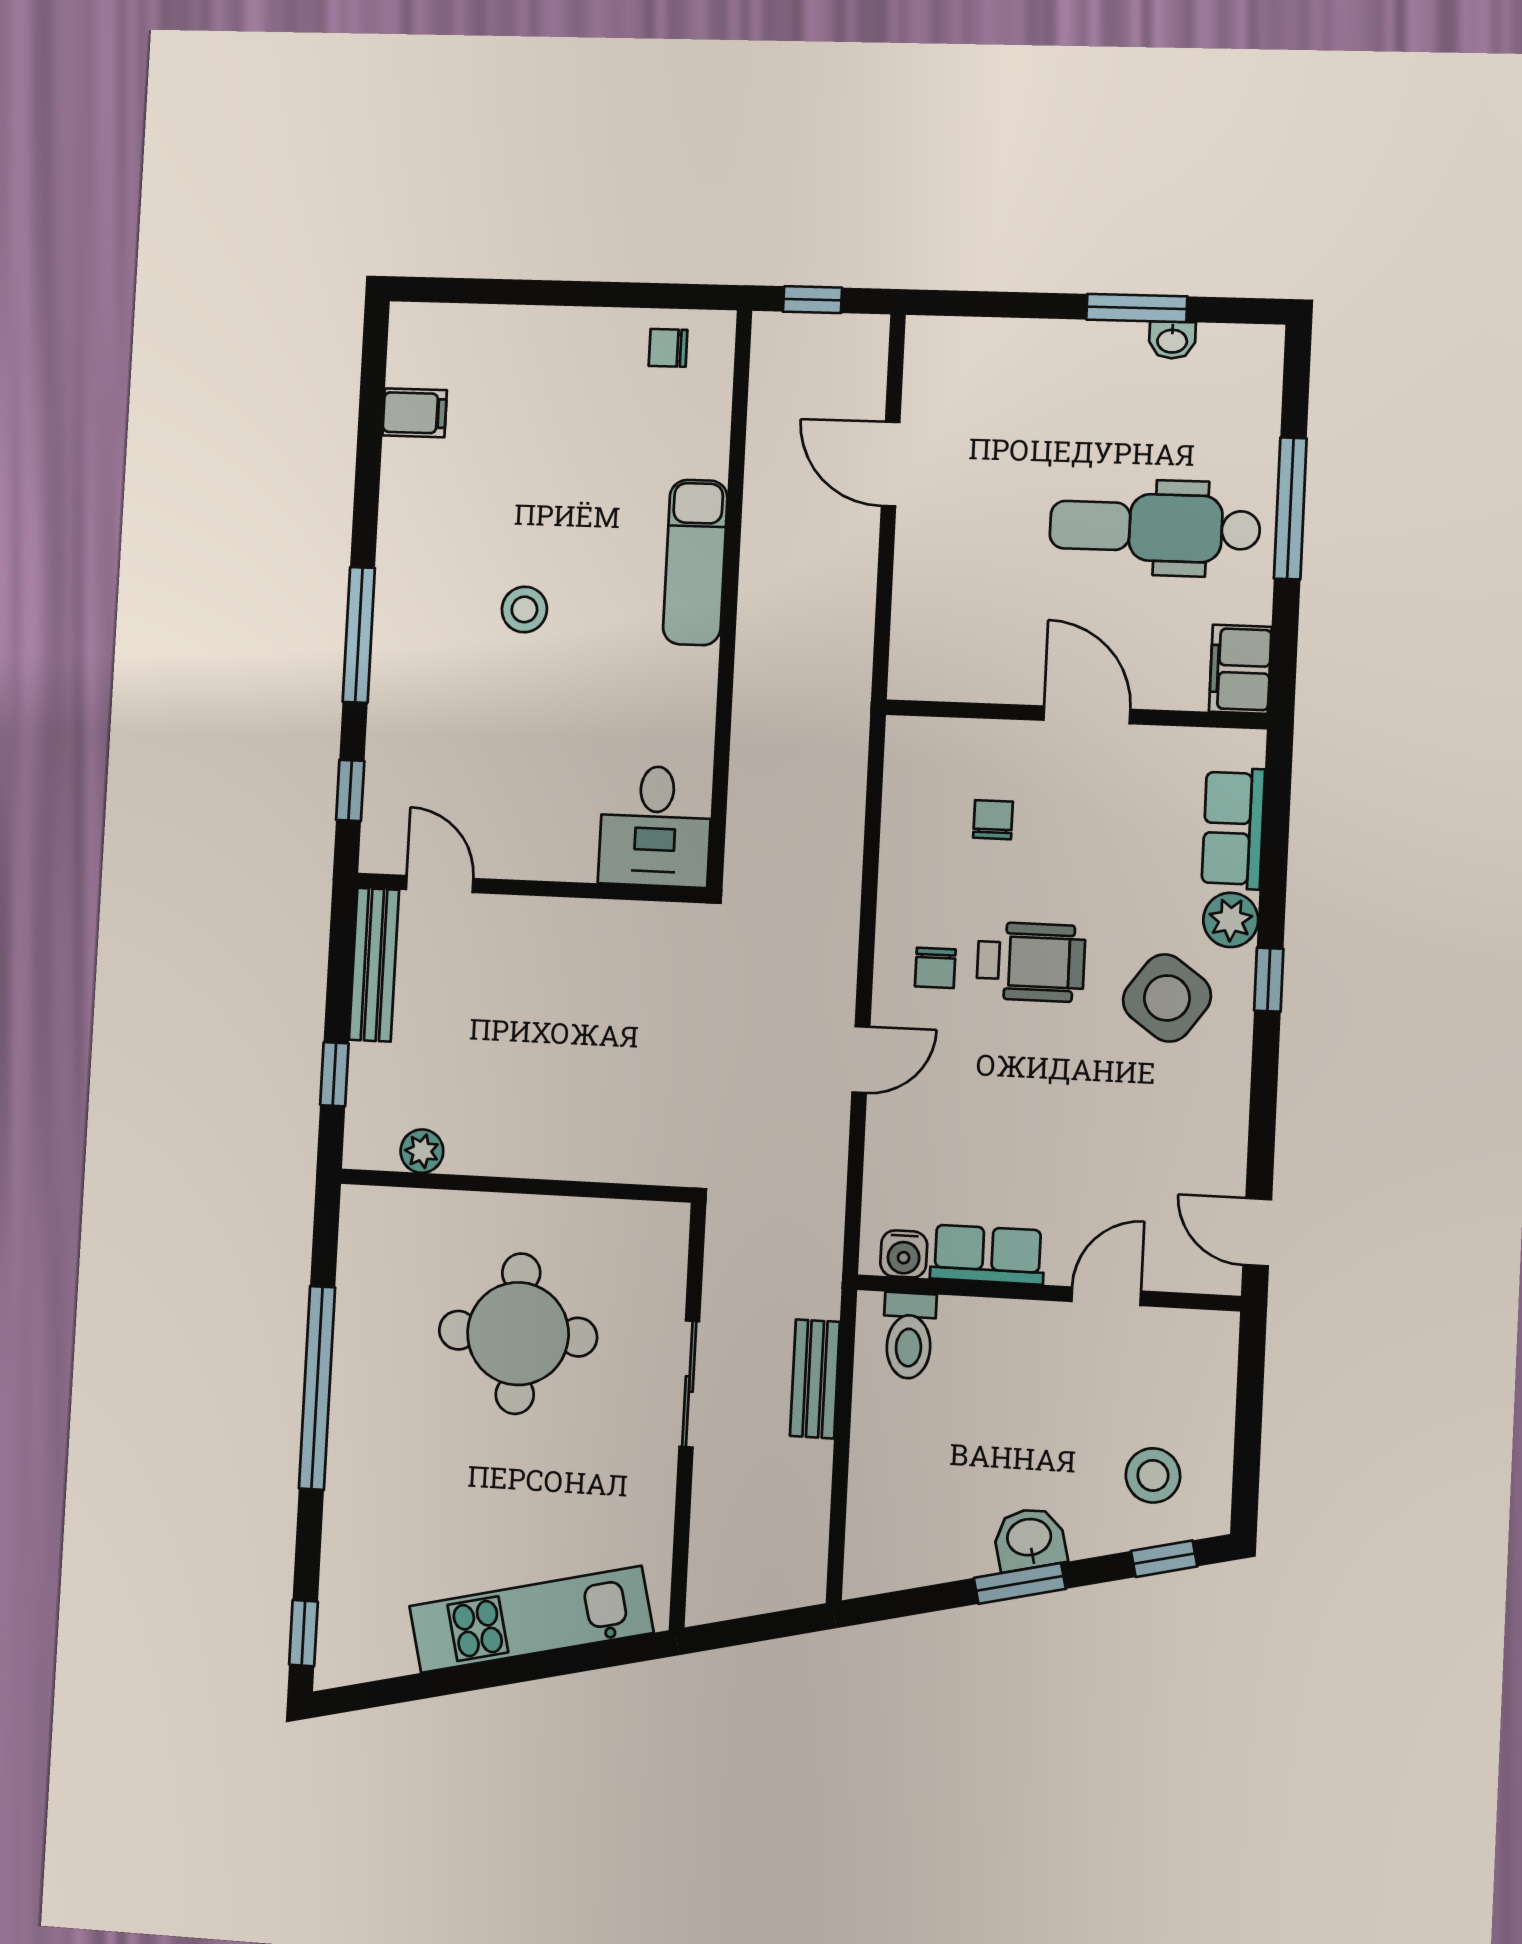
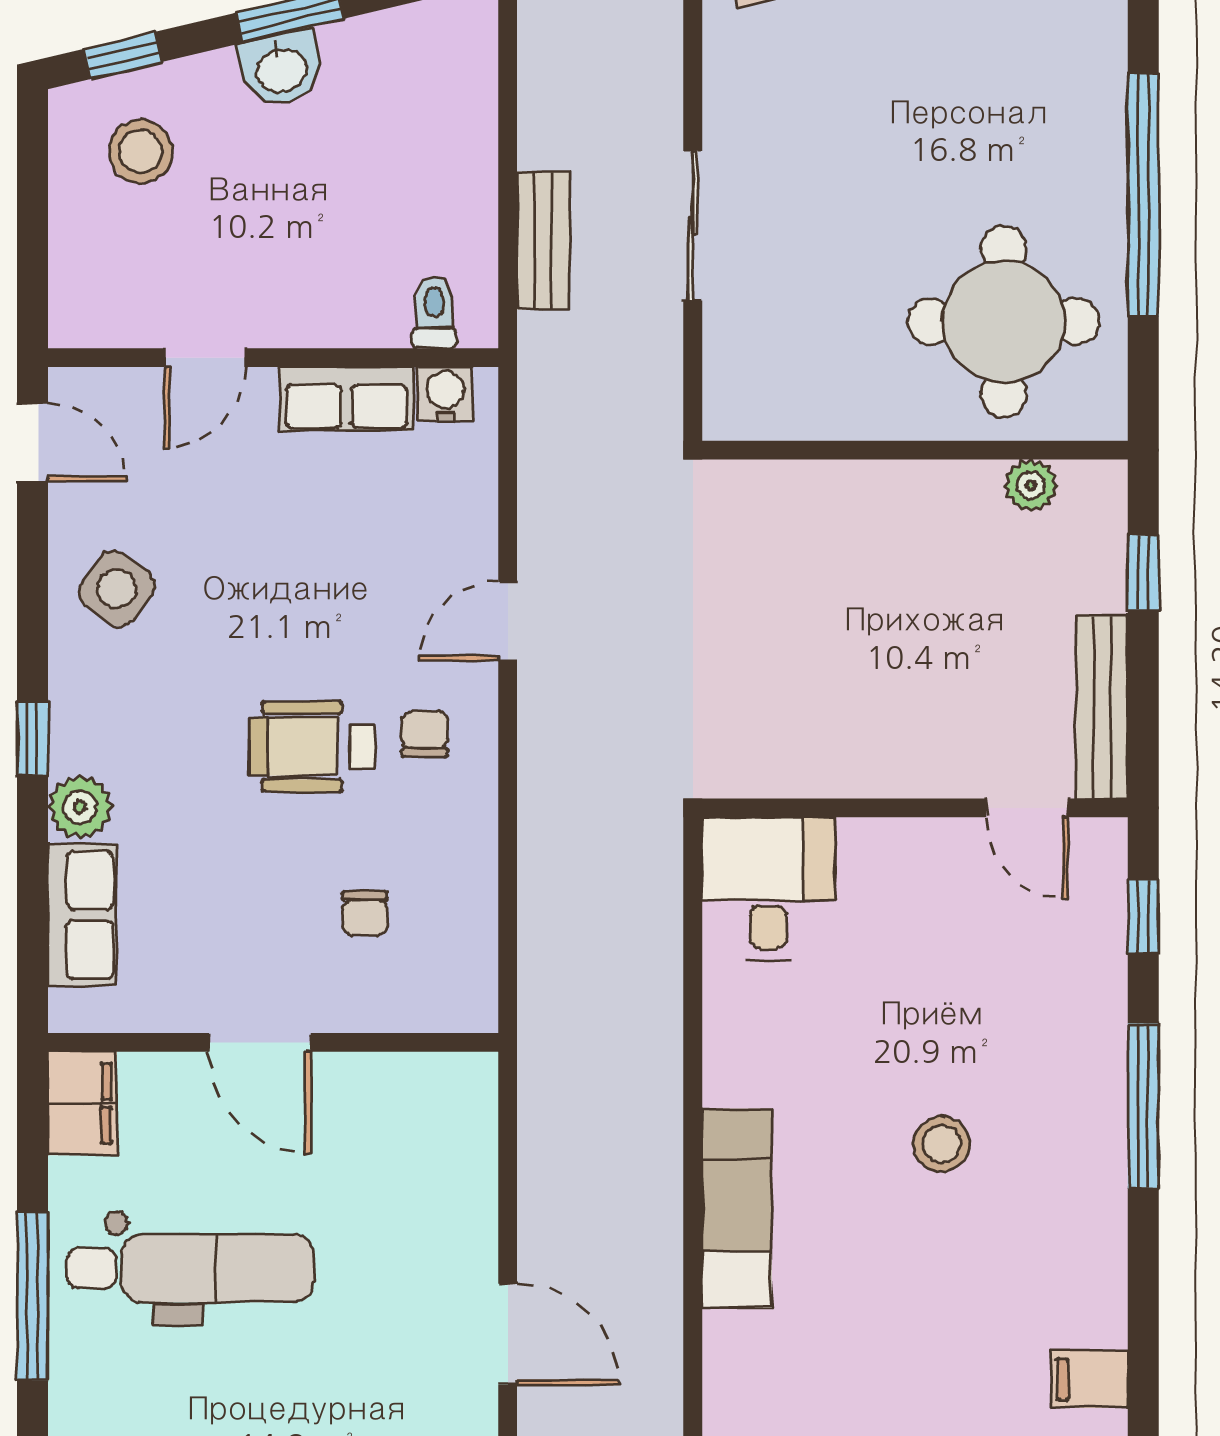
side table: (1167, 998) -> (117, 589), moved, width x0.73, depth x0.73
round table: (518, 1334) -> (1004, 322), moved
toilet: (909, 1336) -> (434, 312), width x0.73, depth x0.72

